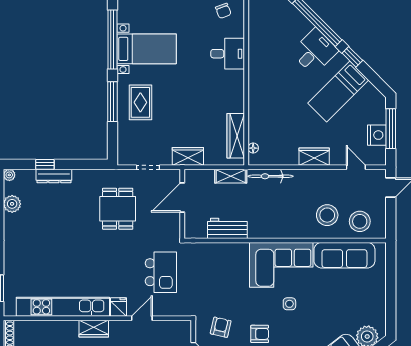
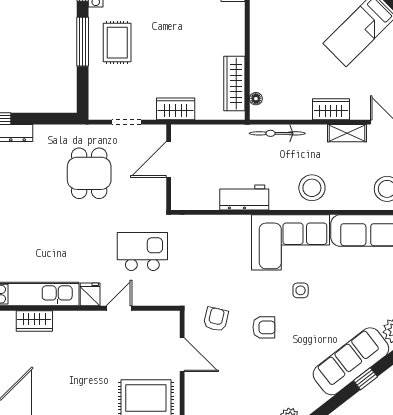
shelving: (231, 176) -> (347, 133), moved
stool: (327, 215) -> (312, 188), moved
workbench: (227, 228) -> (244, 197), moved
kitchen island: (161, 272) -> (142, 251), turned -90
wardrobe: (94, 329) -> (34, 321), moved

